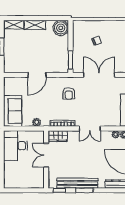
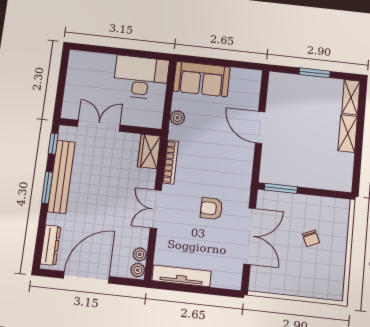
boiler: (61, 28) -> (339, 177), removed
armchair: (69, 93) -> (211, 208), moved
double door: (46, 155) -> (99, 126), moved

